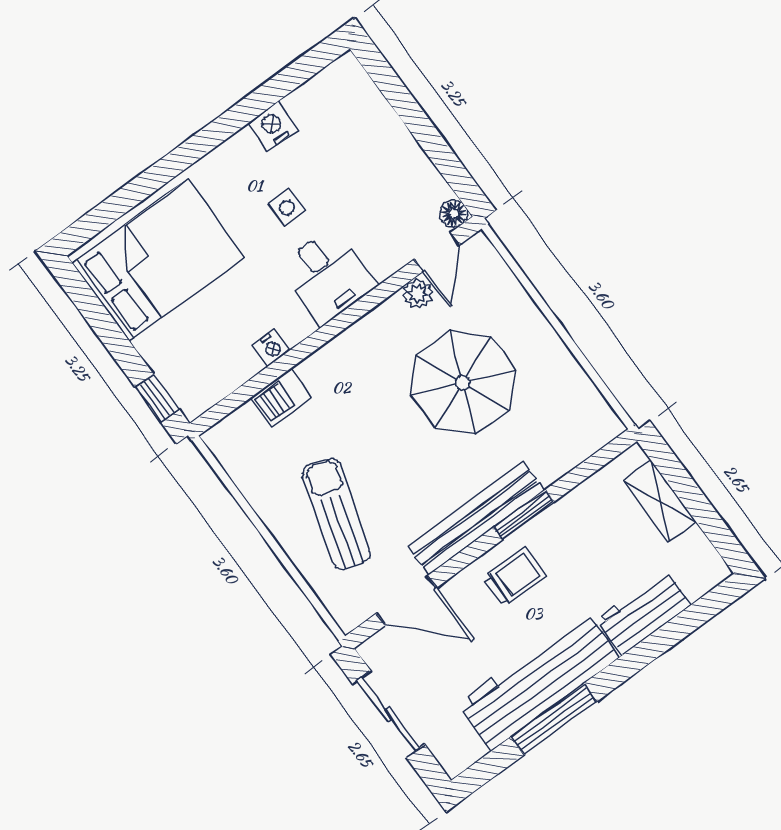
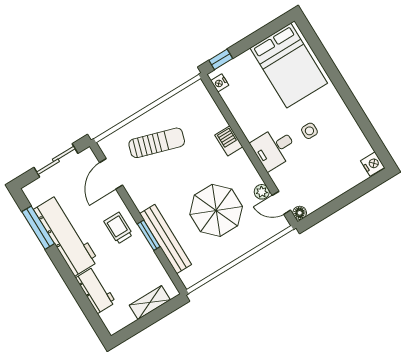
nightstand: (273, 126) -> (373, 164), moved
nightstand: (272, 347) -> (220, 83), moved
barbecue: (281, 398) -> (229, 141), moved
bench: (476, 518) -> (166, 239), moved
trolley: (515, 577) -> (118, 228), turned 180
window: (554, 719) -> (38, 228), moved

